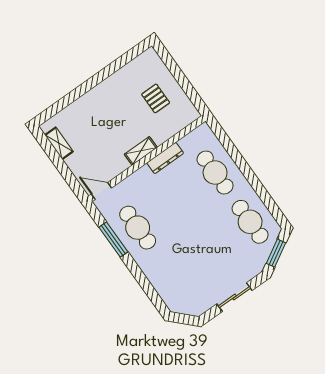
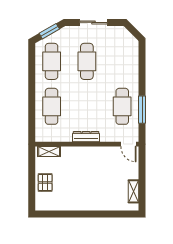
pallet: (156, 98) -> (45, 182), moved
shelving: (141, 151) -> (49, 152), moved
dresser: (165, 158) -> (86, 137), moved
cafe table: (211, 249) -> (87, 61), added

